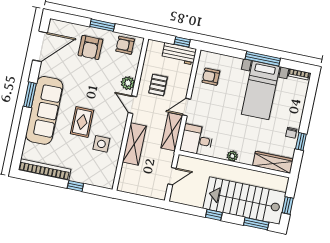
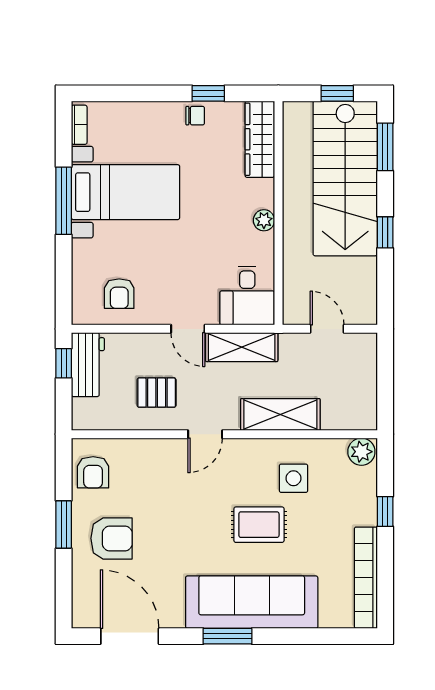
plant: (128, 83) -> (361, 452), moved

